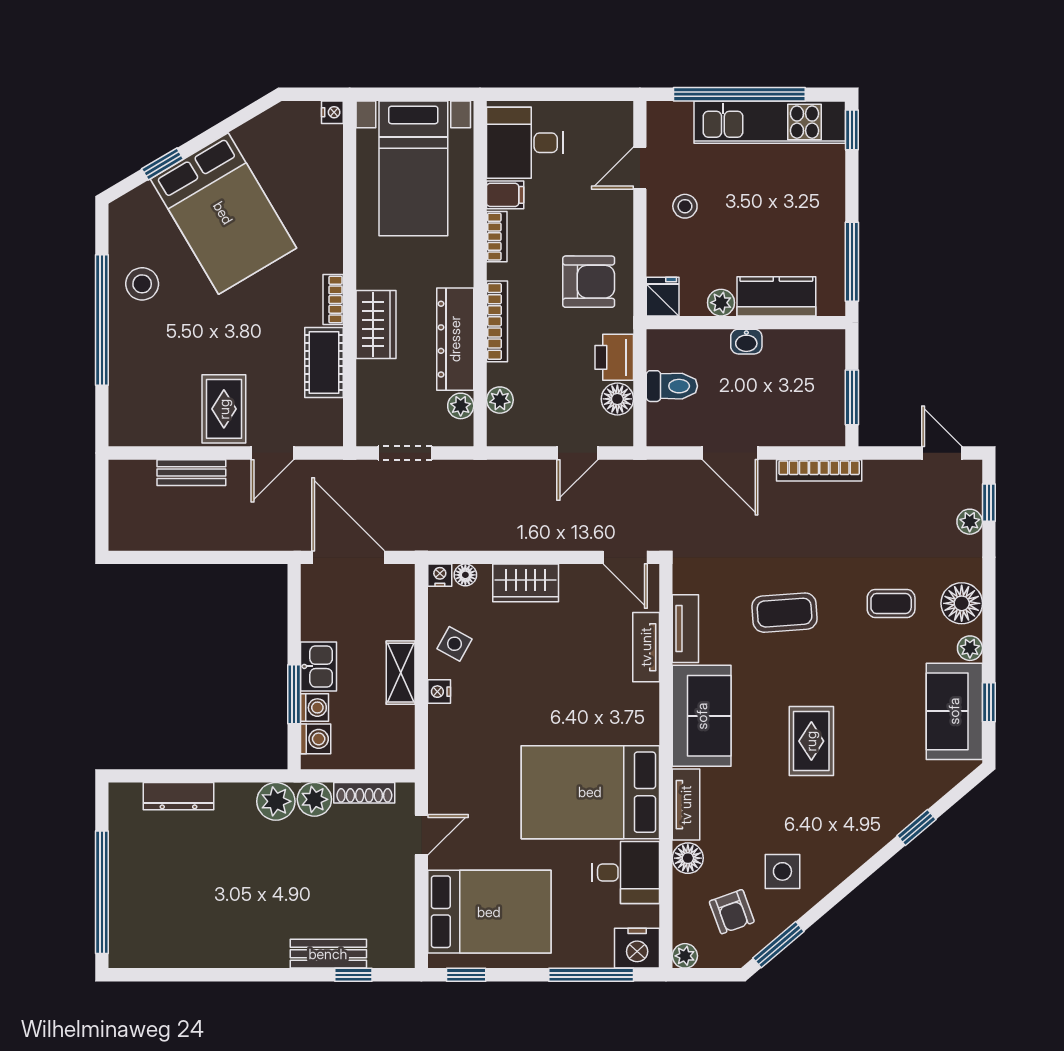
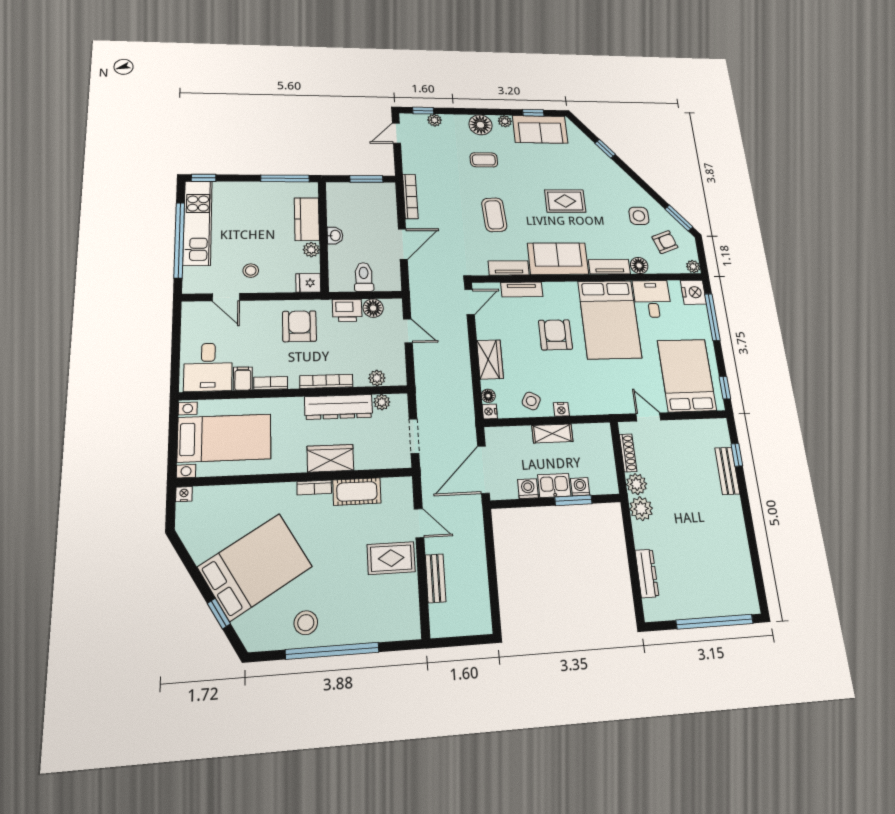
coffee table: (891, 603) -> (484, 160), turned 90
armchair: (565, 696) -> (555, 335), added
washing machine: (316, 739) -> (528, 489), moved

